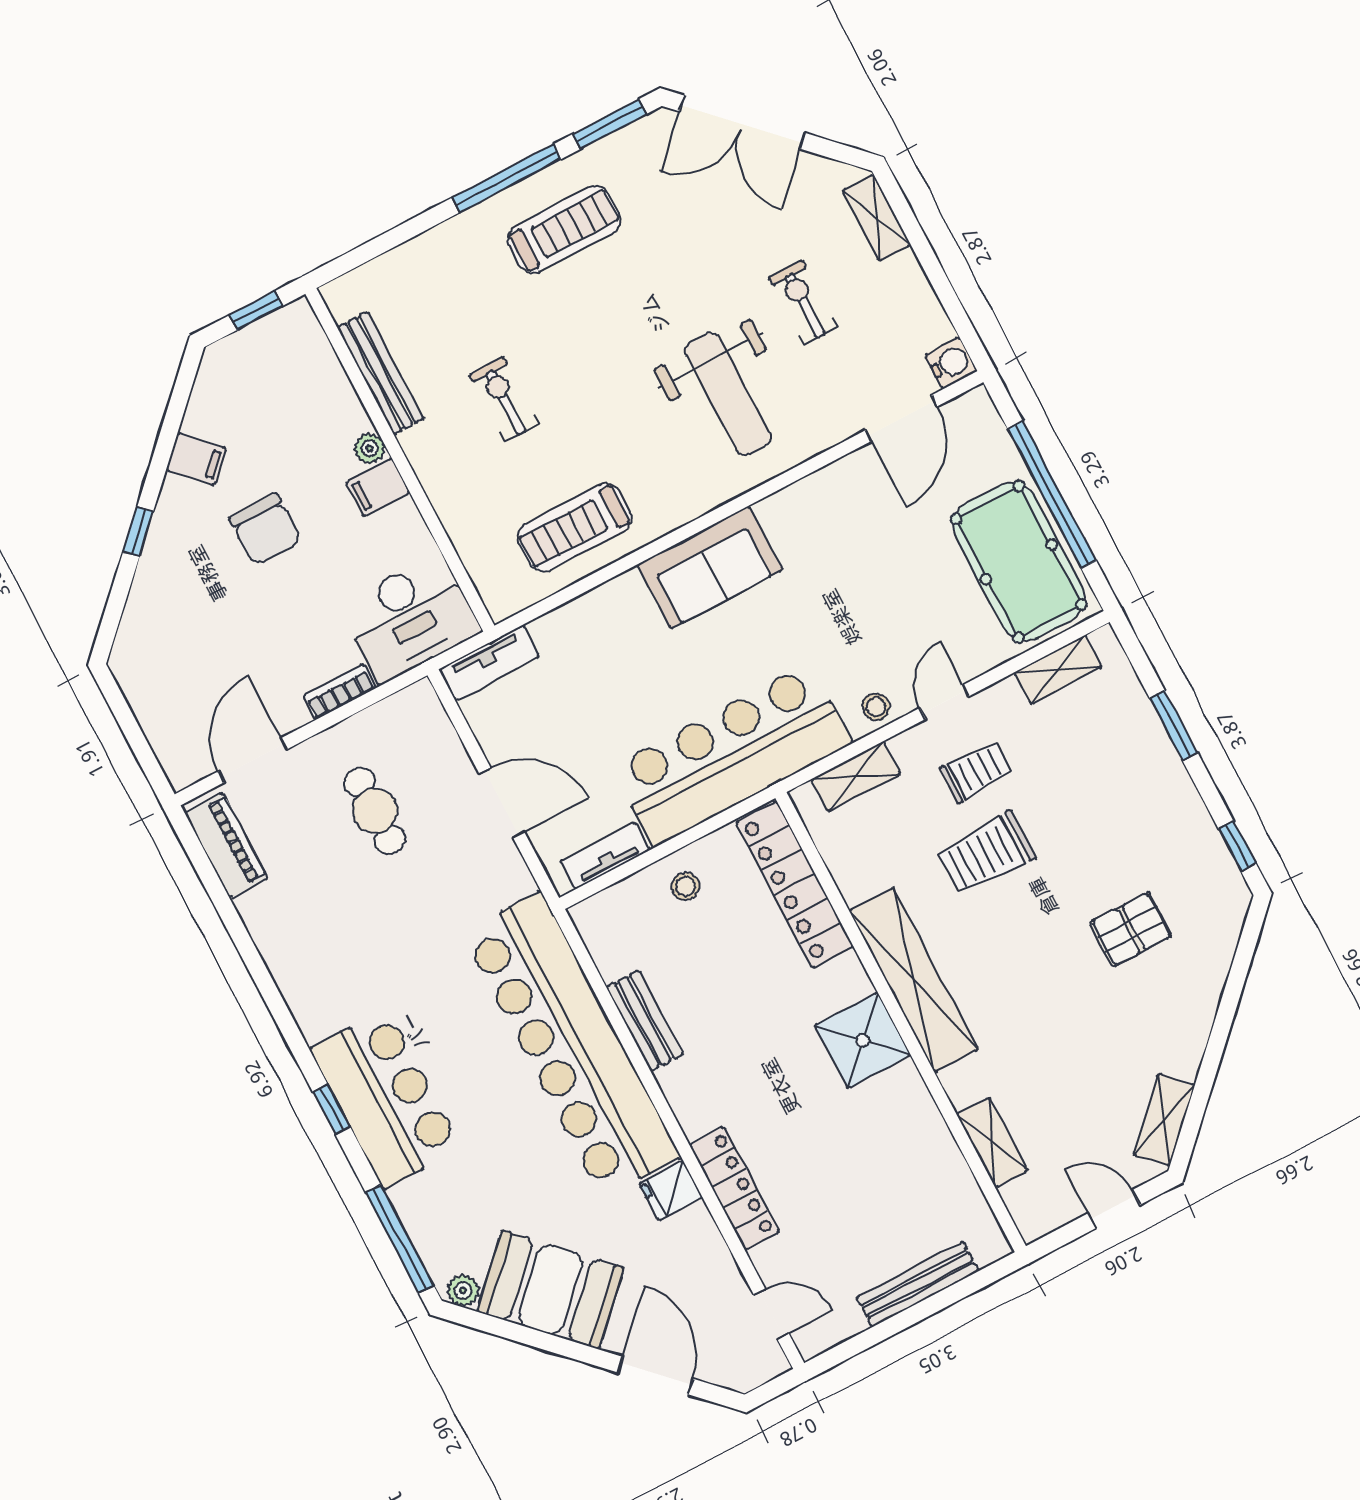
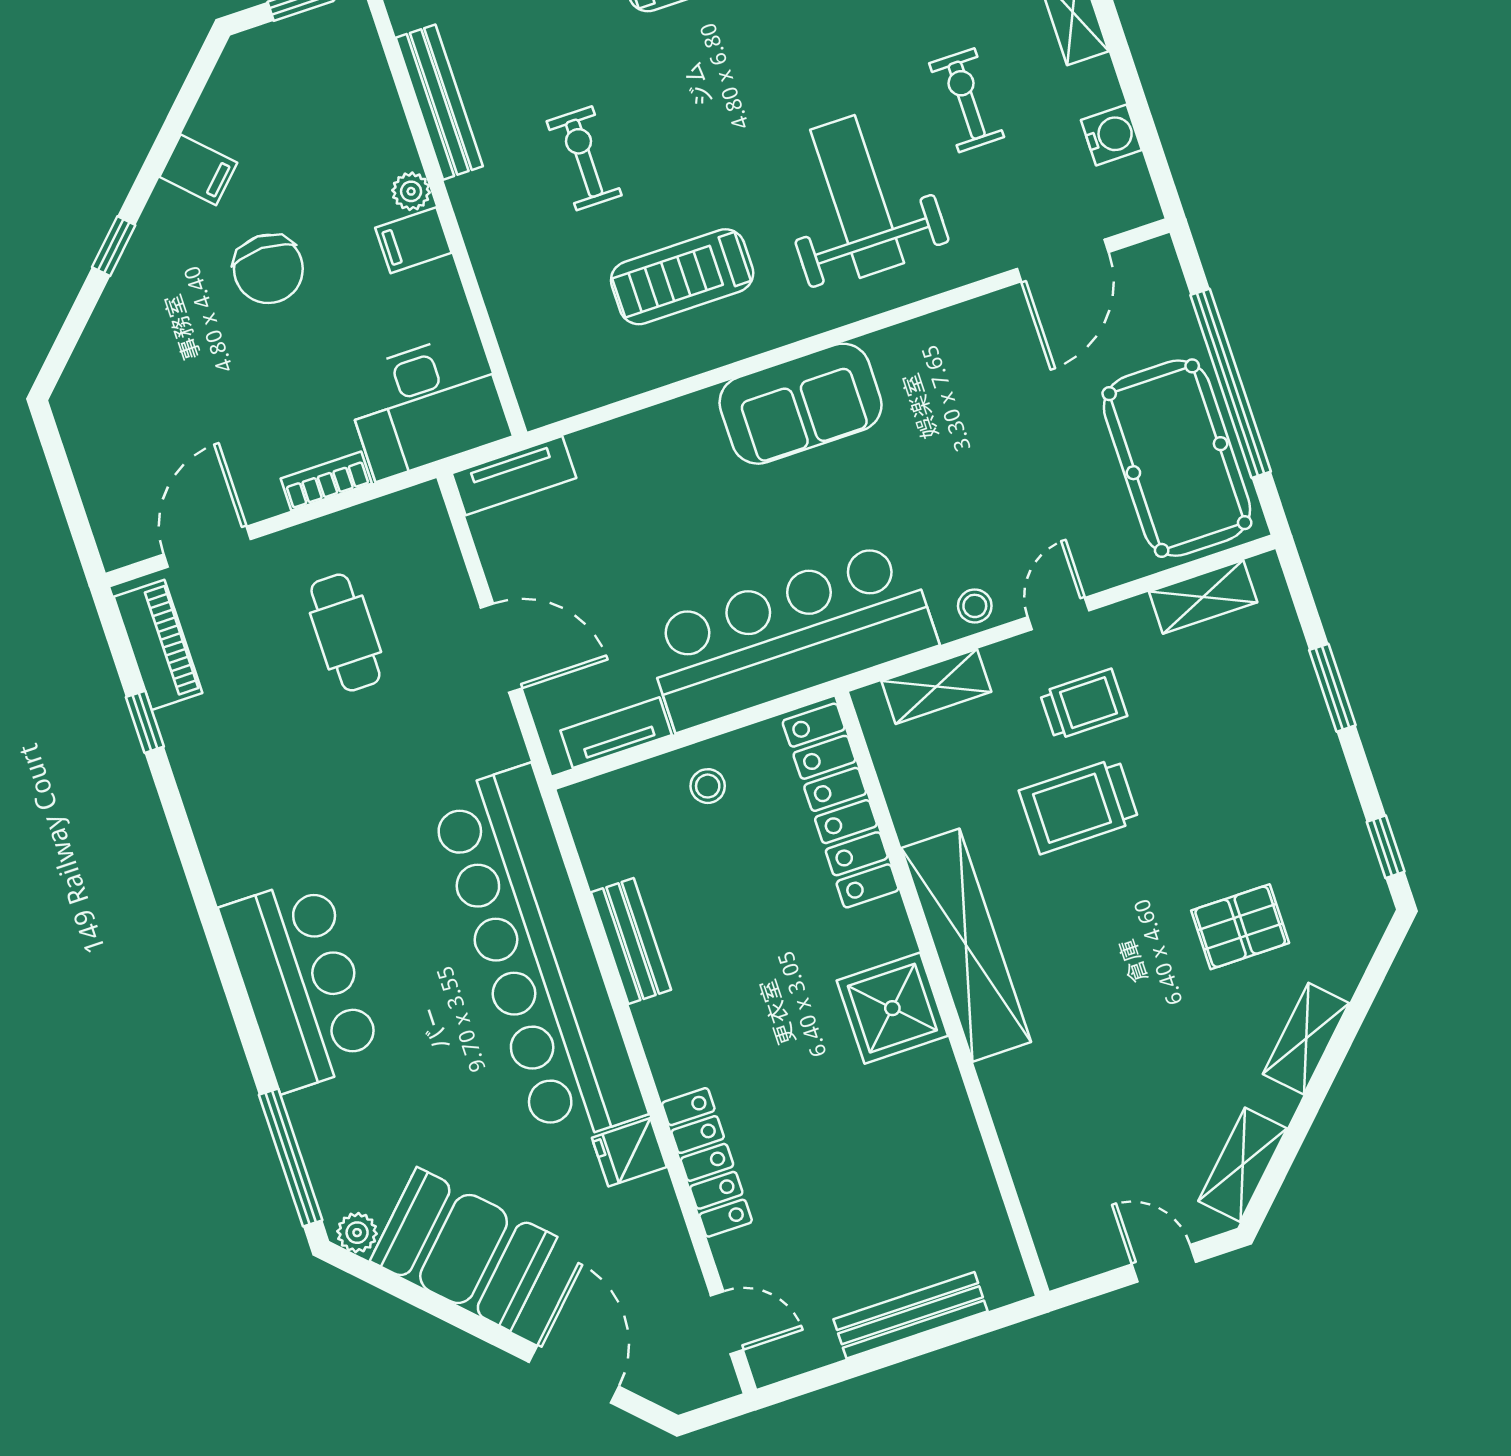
water cooler: (951, 363) -> (1111, 135), moved
weight bench: (728, 394) -> (857, 196), turned 180
treadmill: (575, 527) -> (682, 277), moved
window: (331, 1109) -> (145, 722), moved
shelving: (992, 1142) -> (1306, 1039), moved, turned 45

